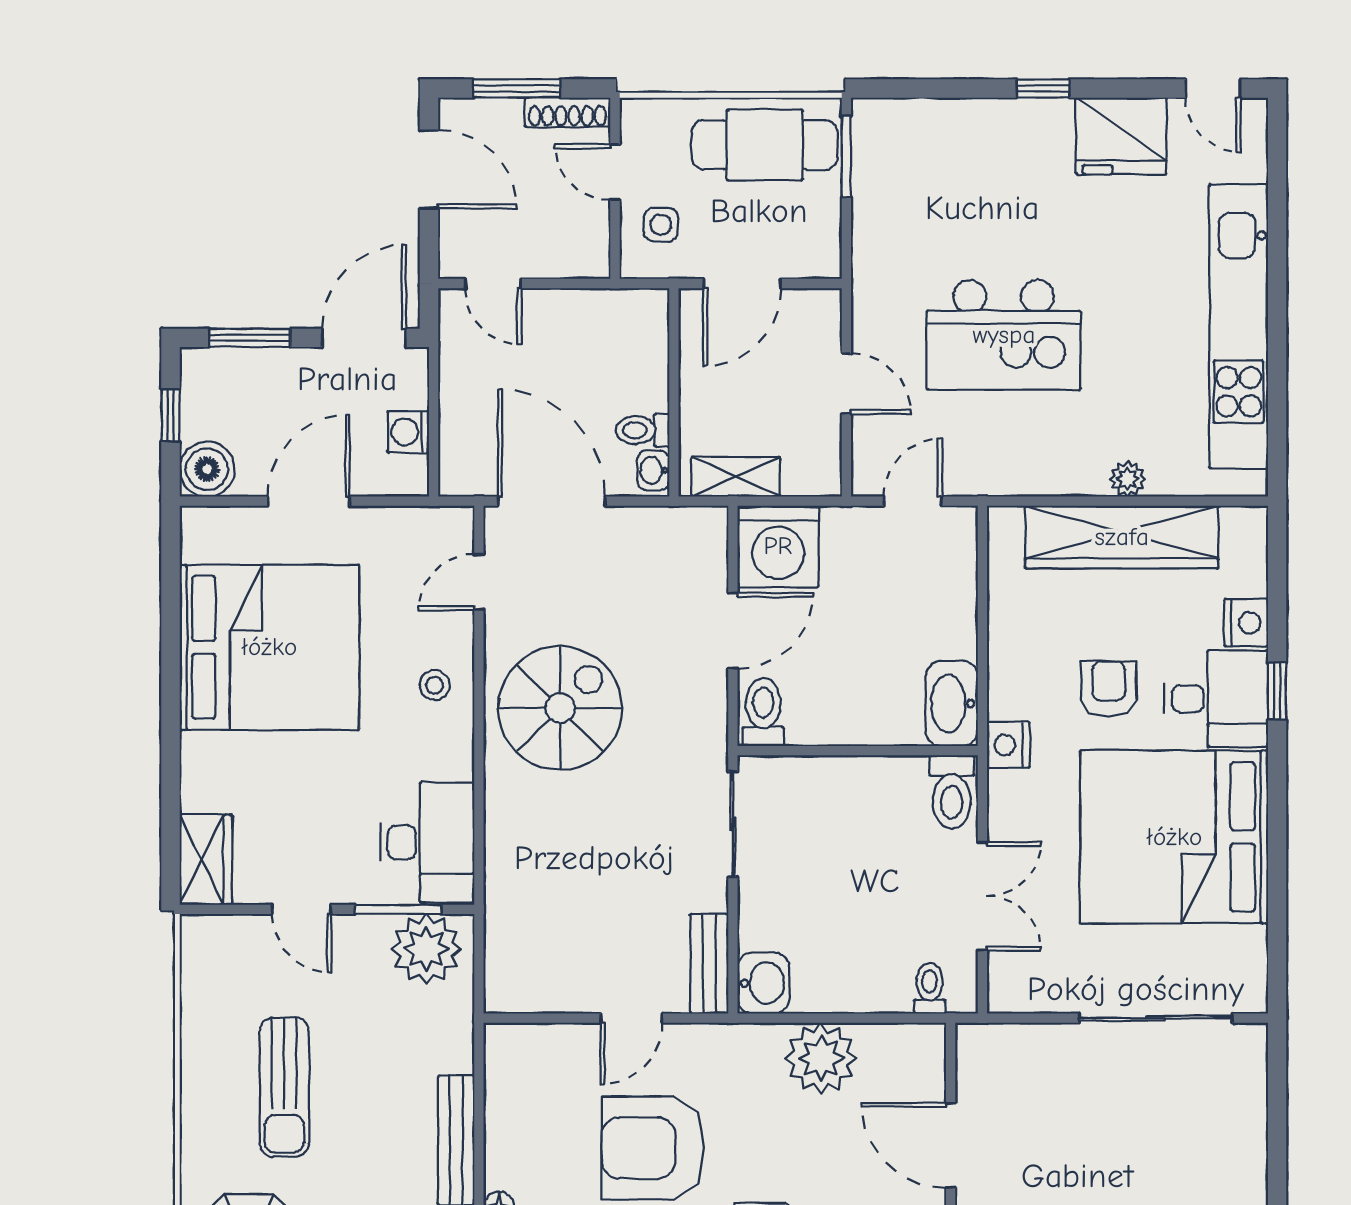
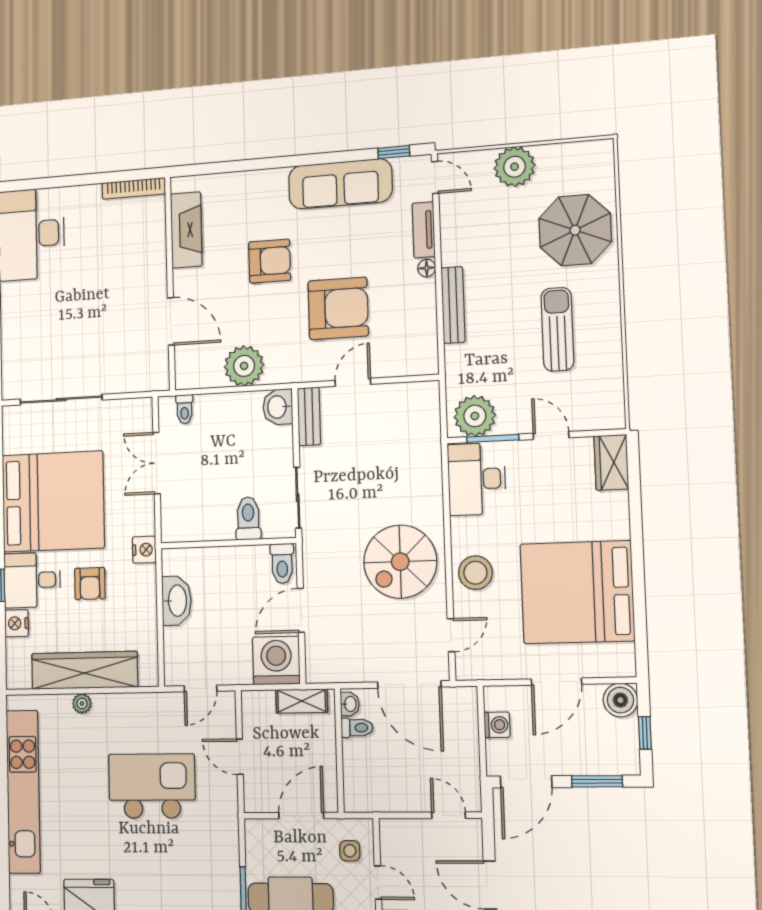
stool: (435, 685) -> (475, 573), width x1.89, depth x1.89
washbasin: (952, 704) -> (177, 601), moved
toilet: (952, 792) -> (248, 518), moved

